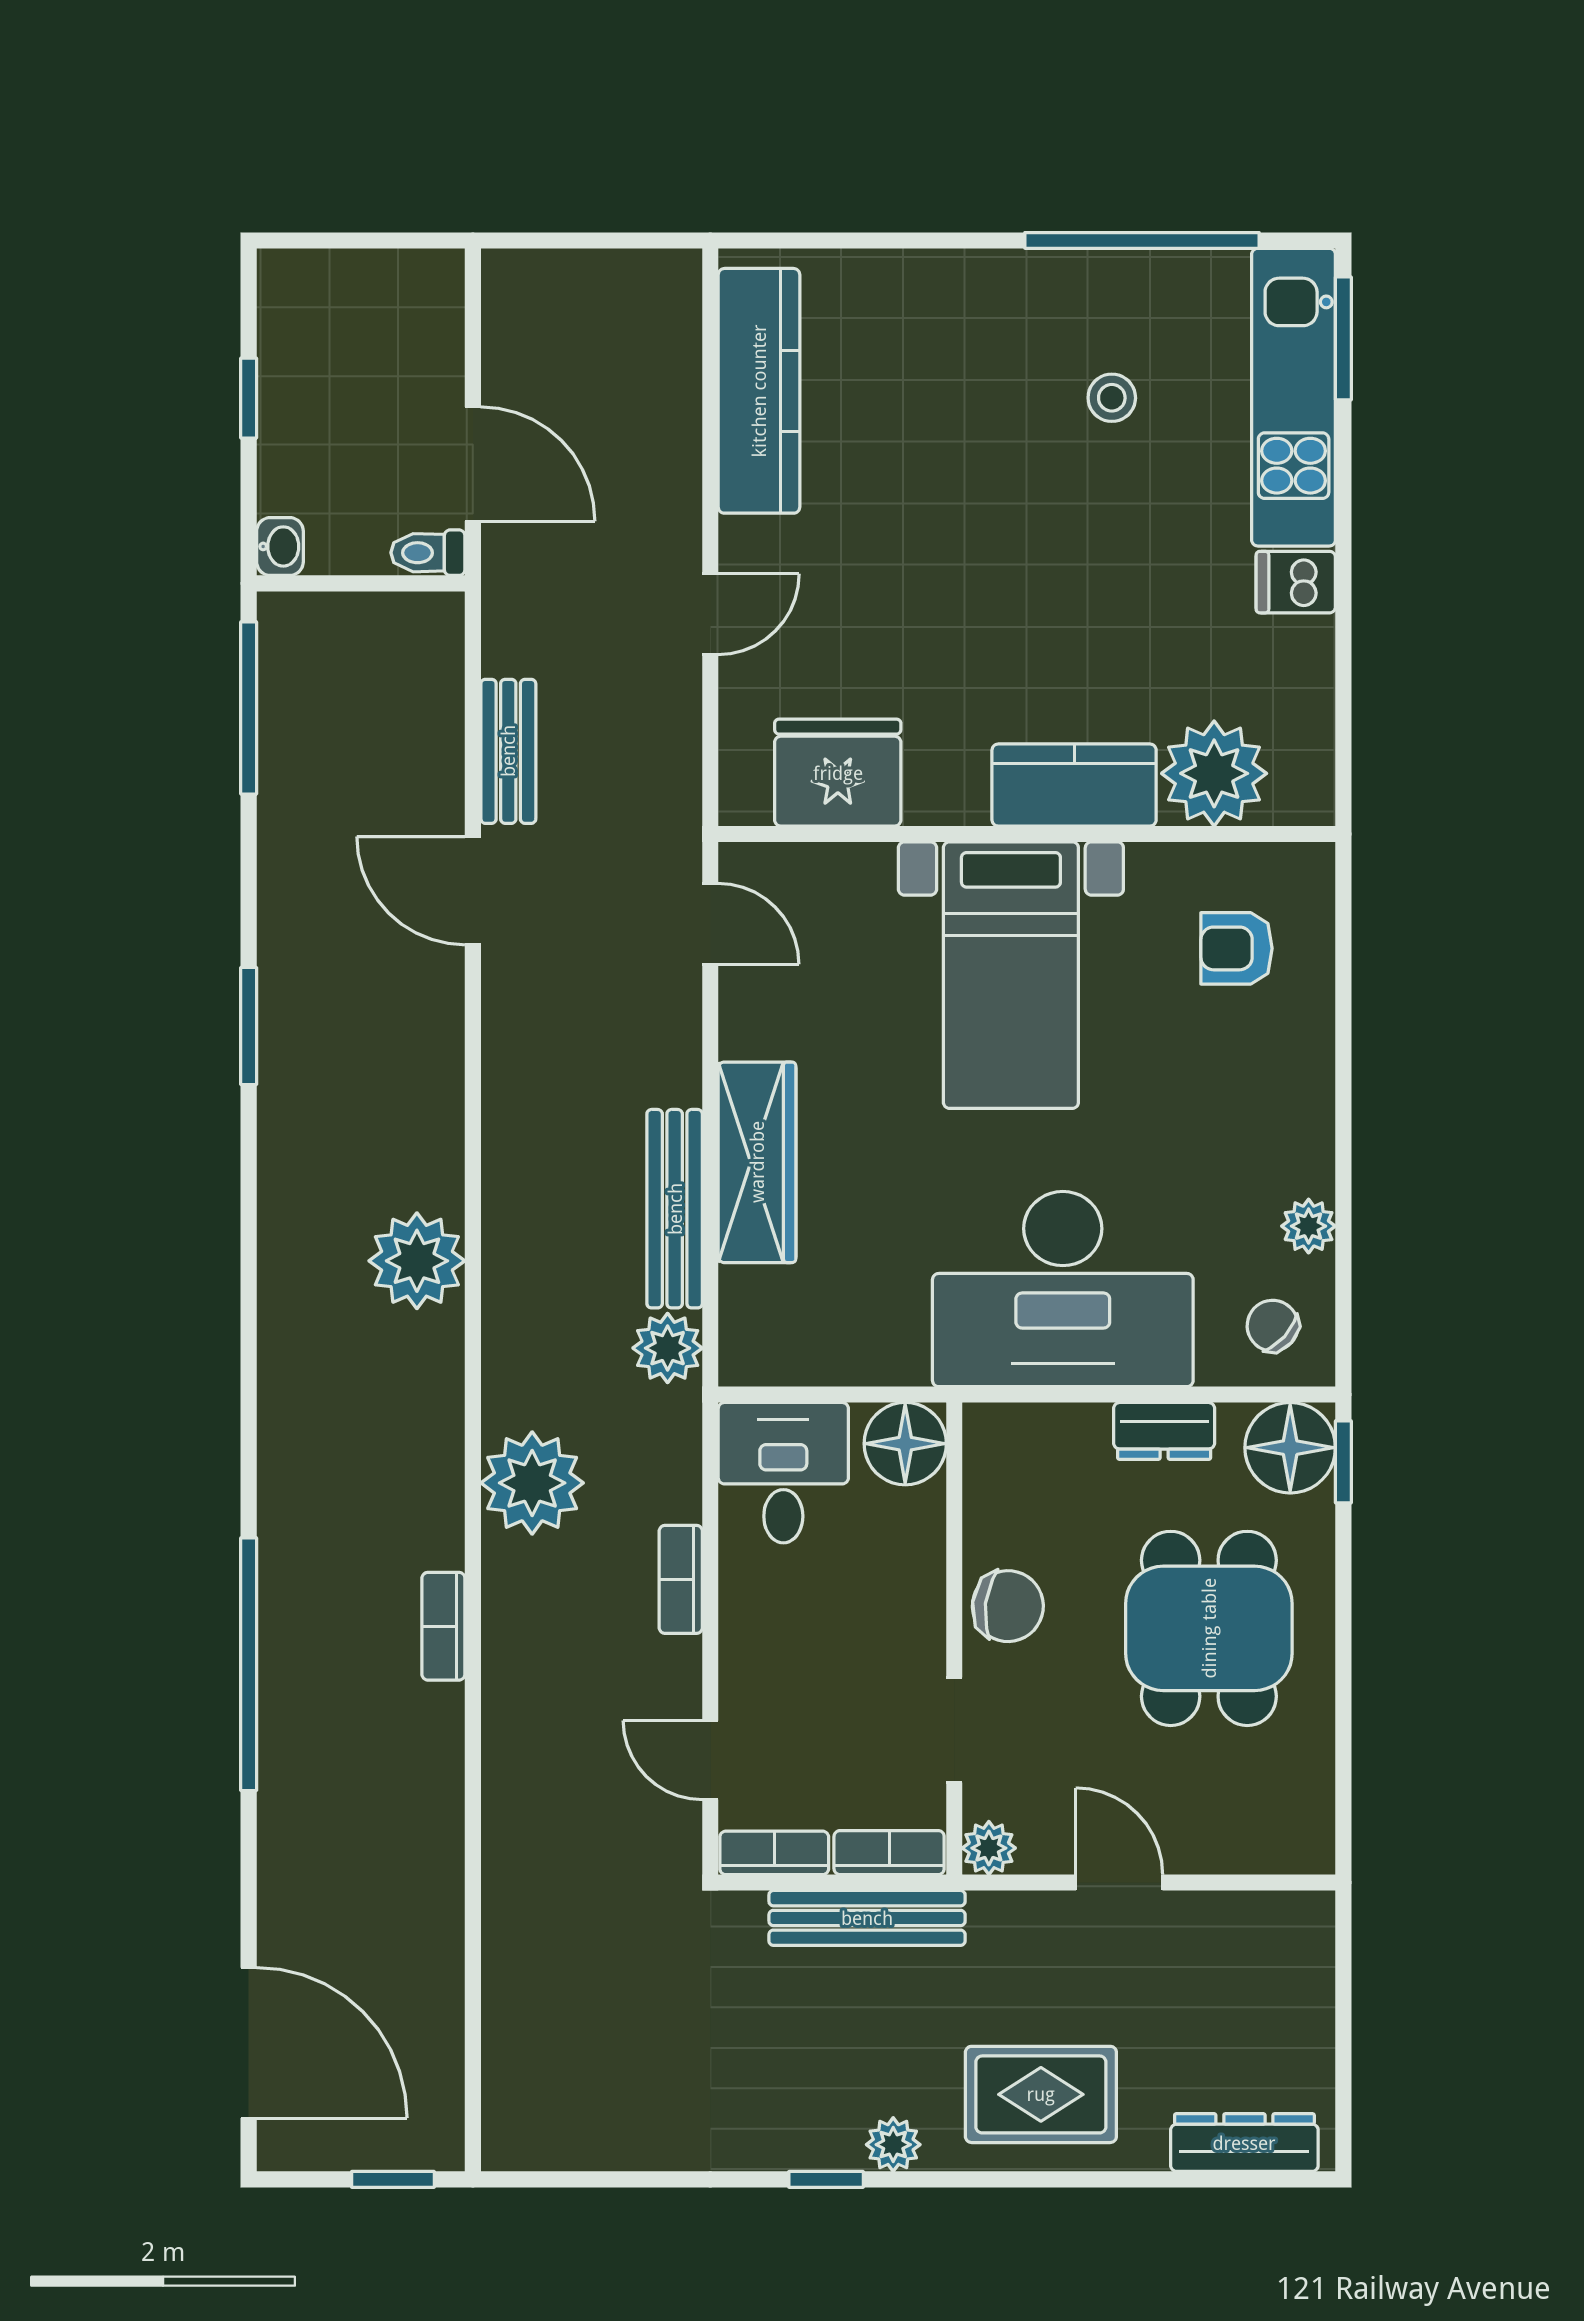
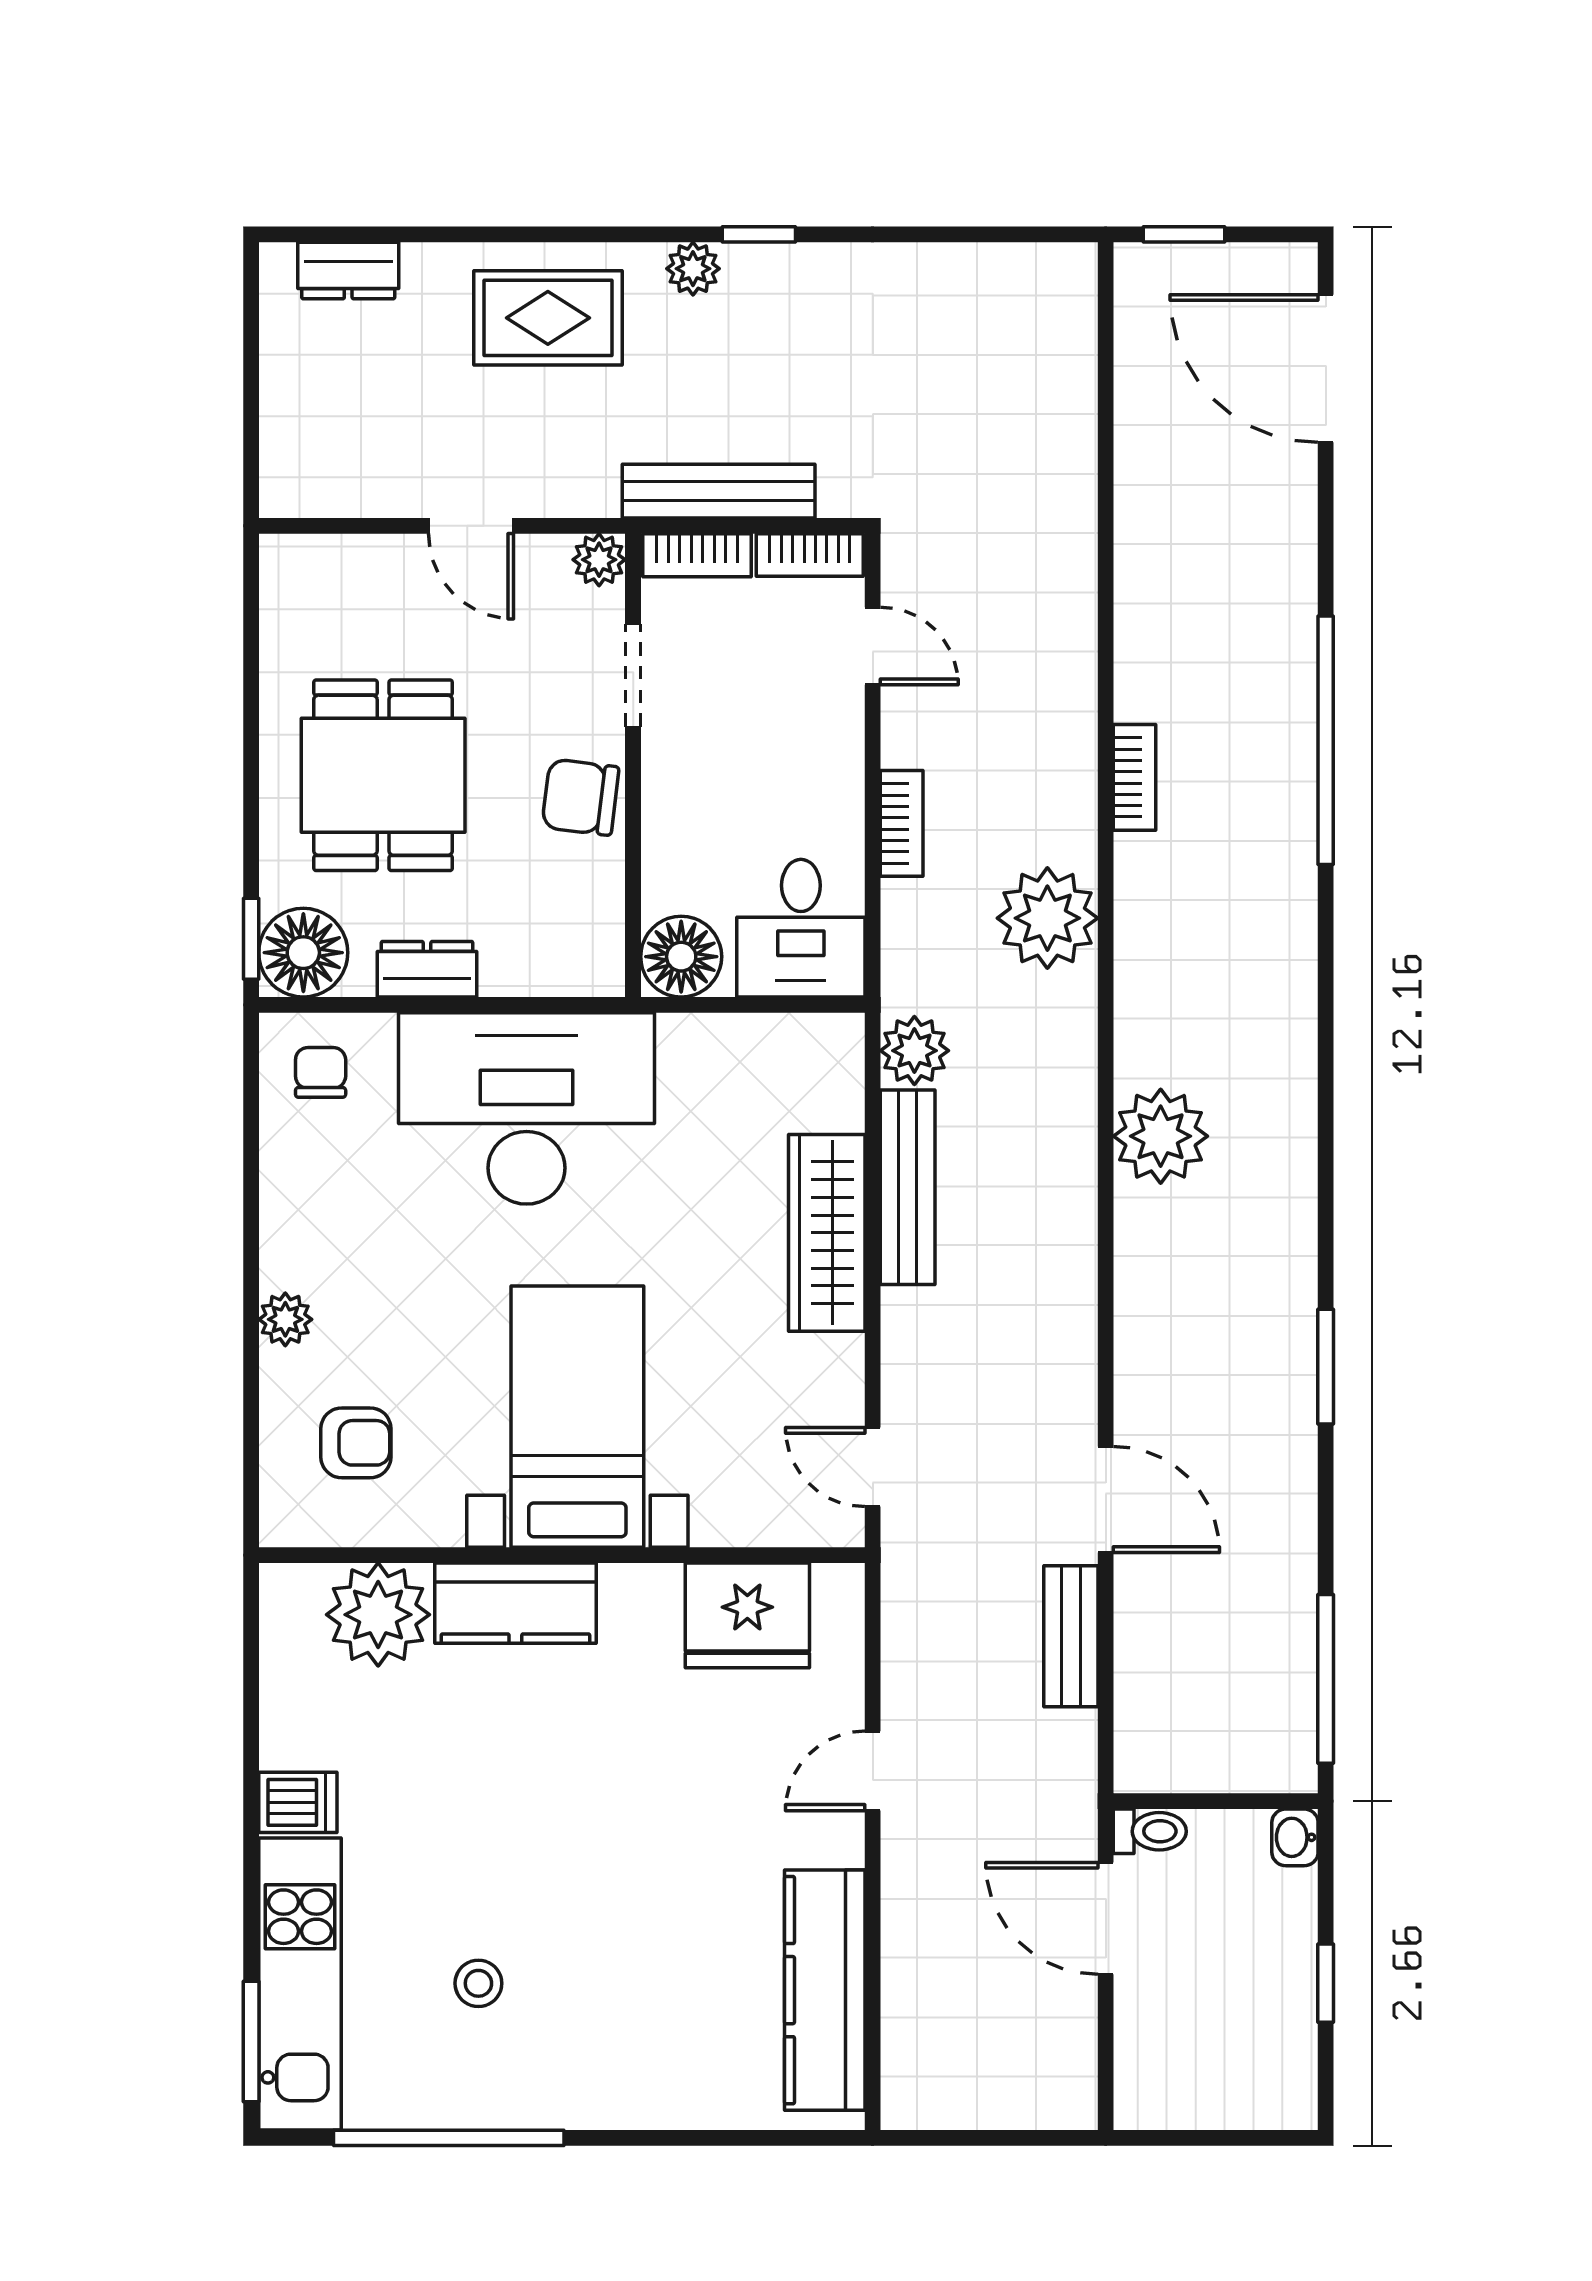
plant: (1309, 1226) -> (285, 1319), moved
chair: (1273, 1326) -> (321, 1072), turned -132
dresser: (1244, 2143) -> (348, 271), width x0.70

